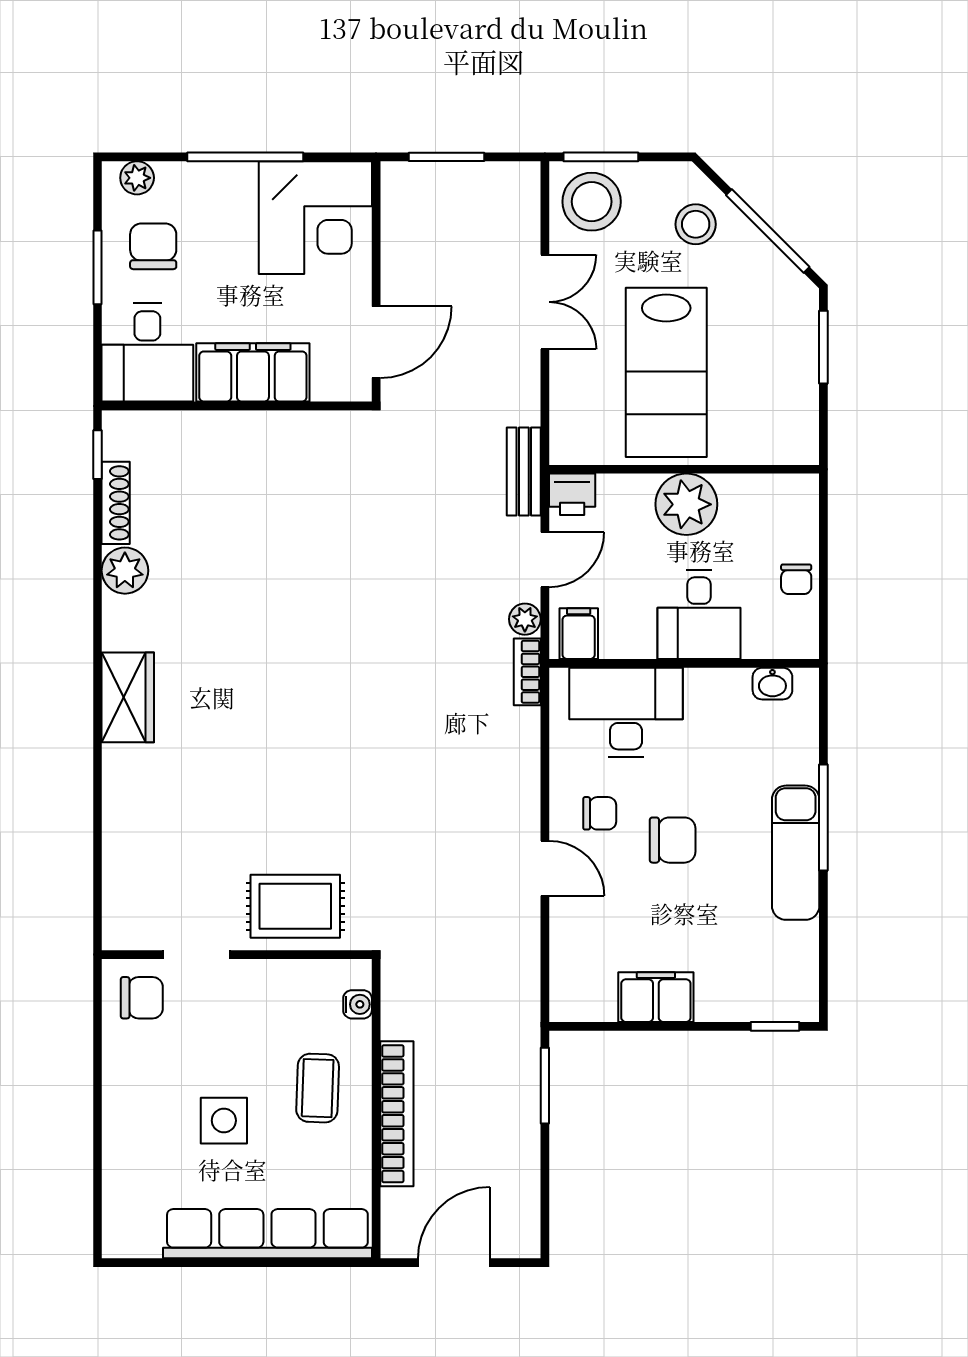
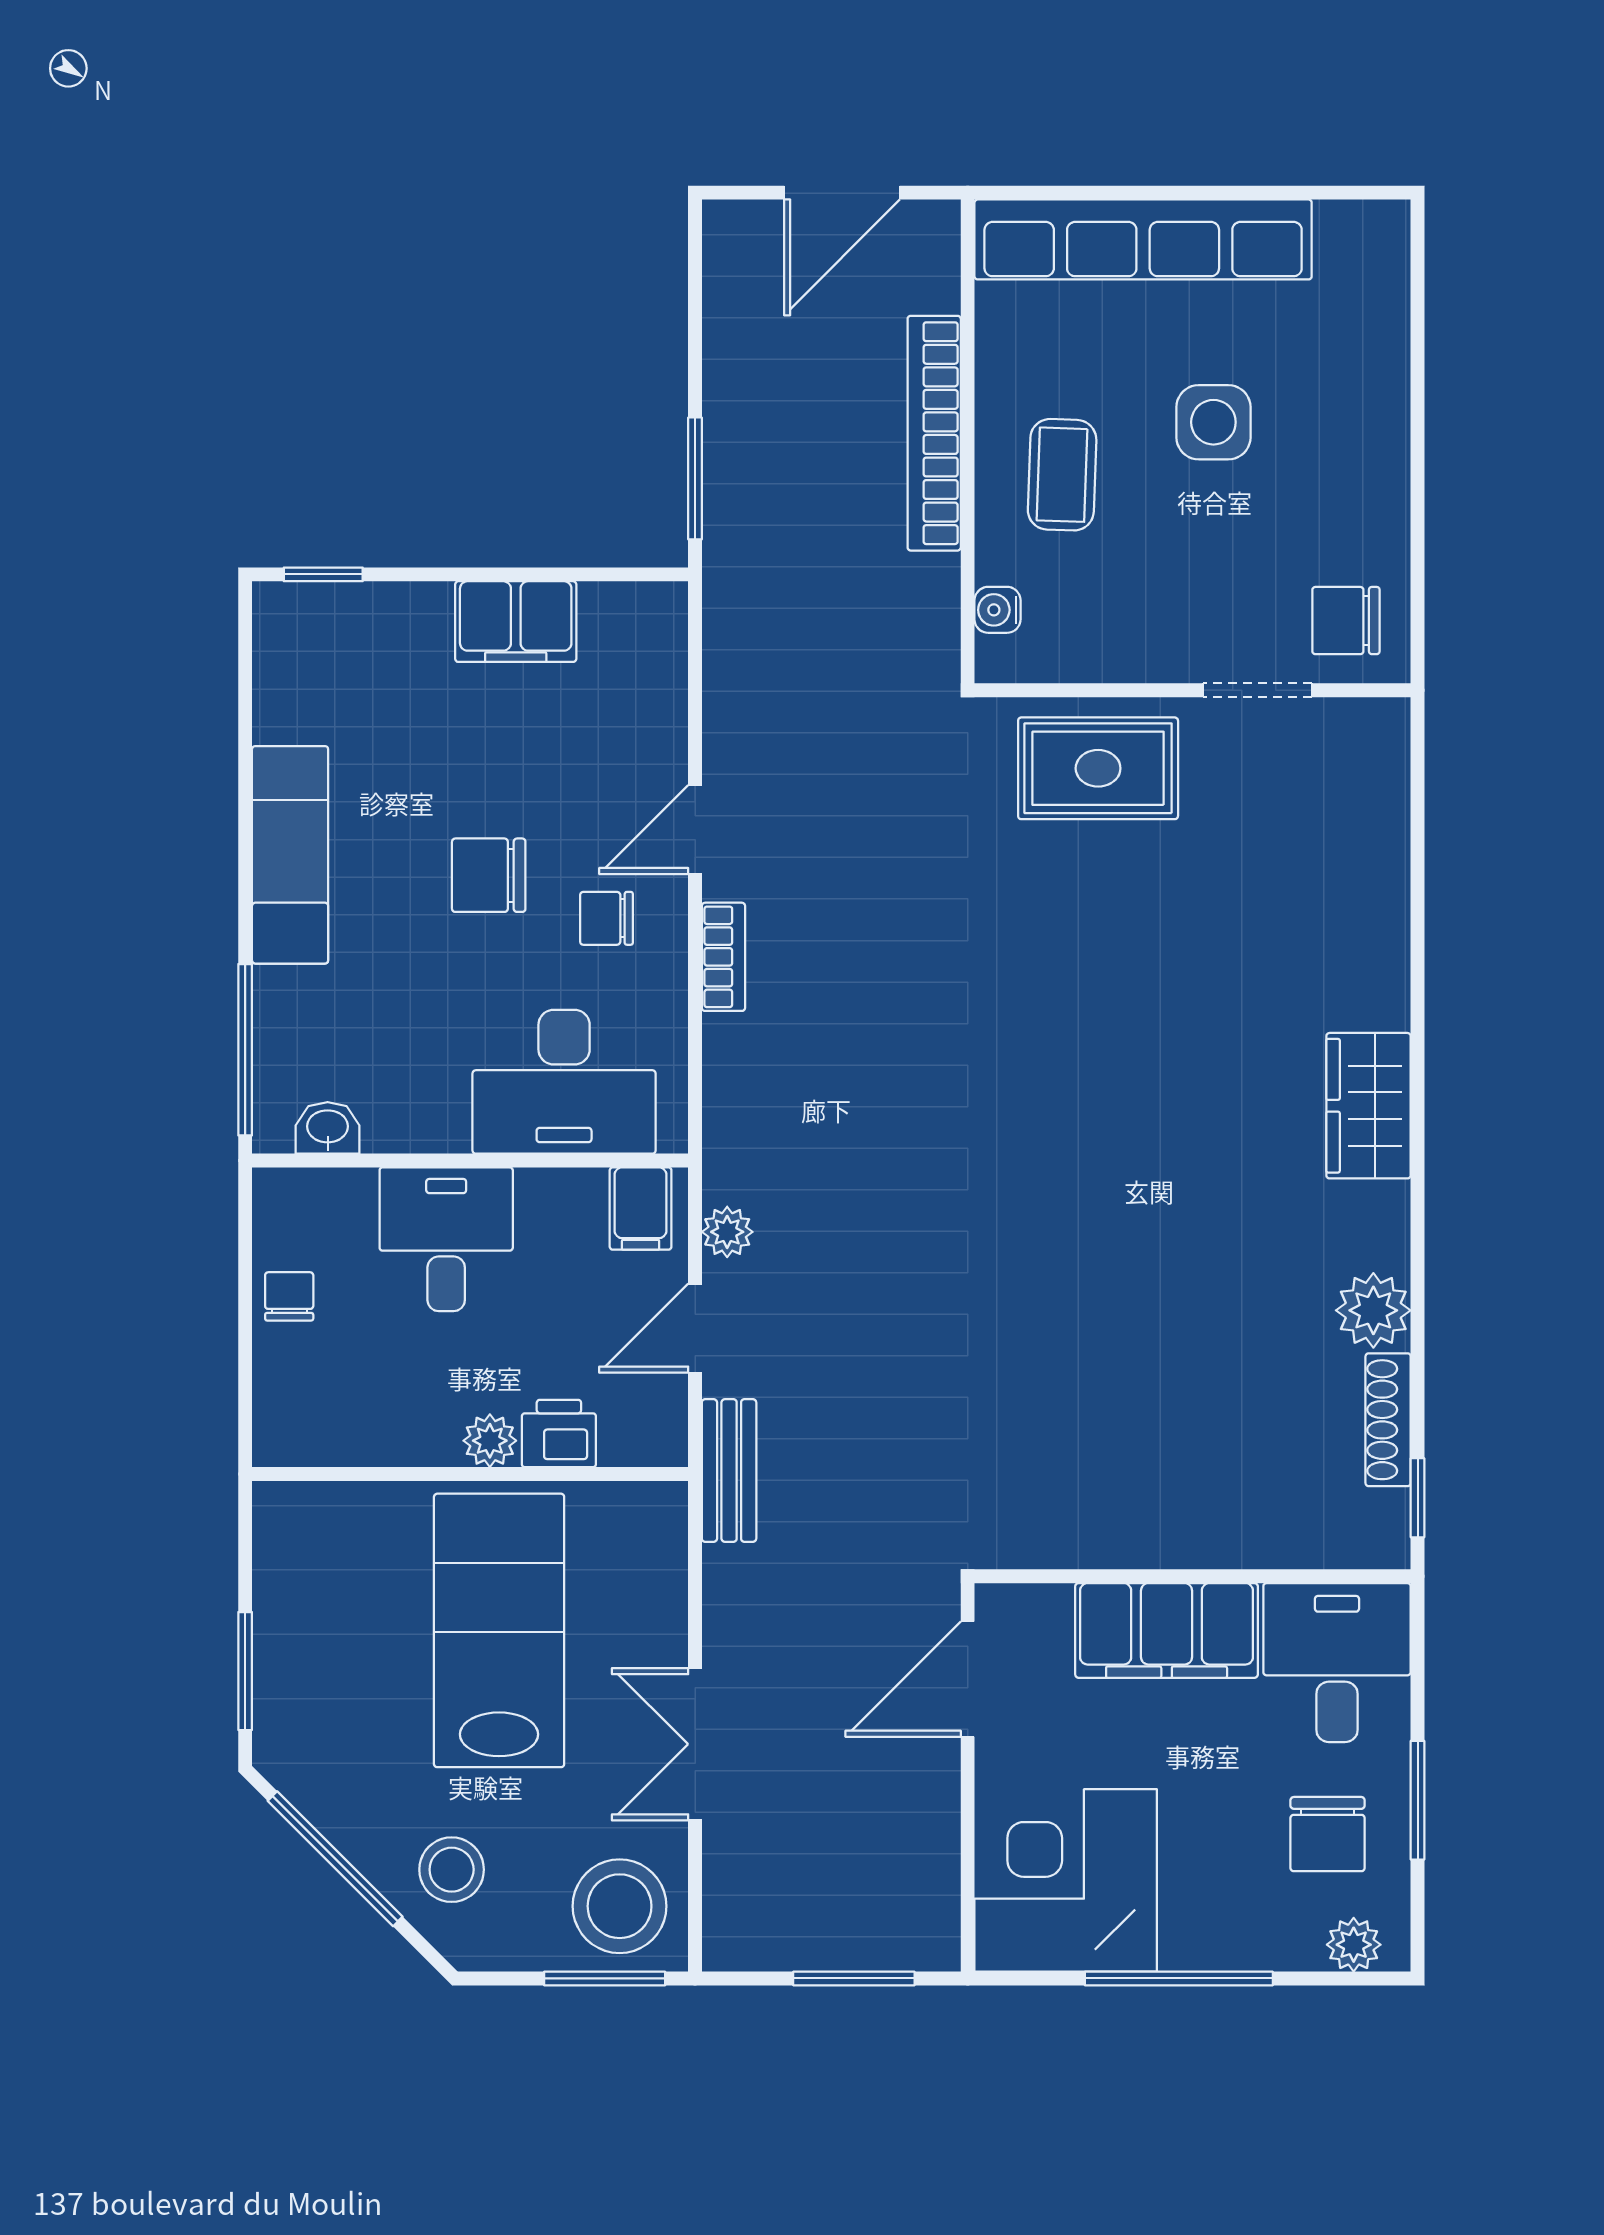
printer: (572, 494) -> (559, 1434), moved
plant: (686, 504) -> (490, 1441), width x0.53, depth x0.53
bookcase: (527, 672) -> (723, 957), moved
window: (823, 817) -> (245, 1050), moved
door: (545, 868) -> (695, 830), hinge flipped

